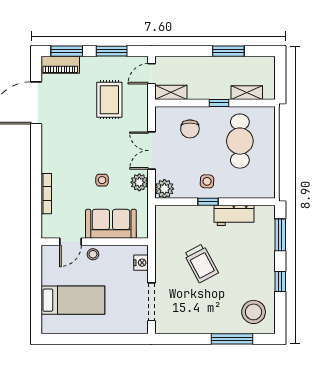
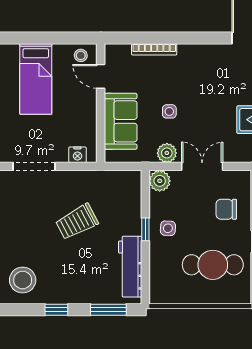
workbench: (234, 215) -> (130, 267), width x1.37
stool: (93, 254) -> (81, 55), moved

